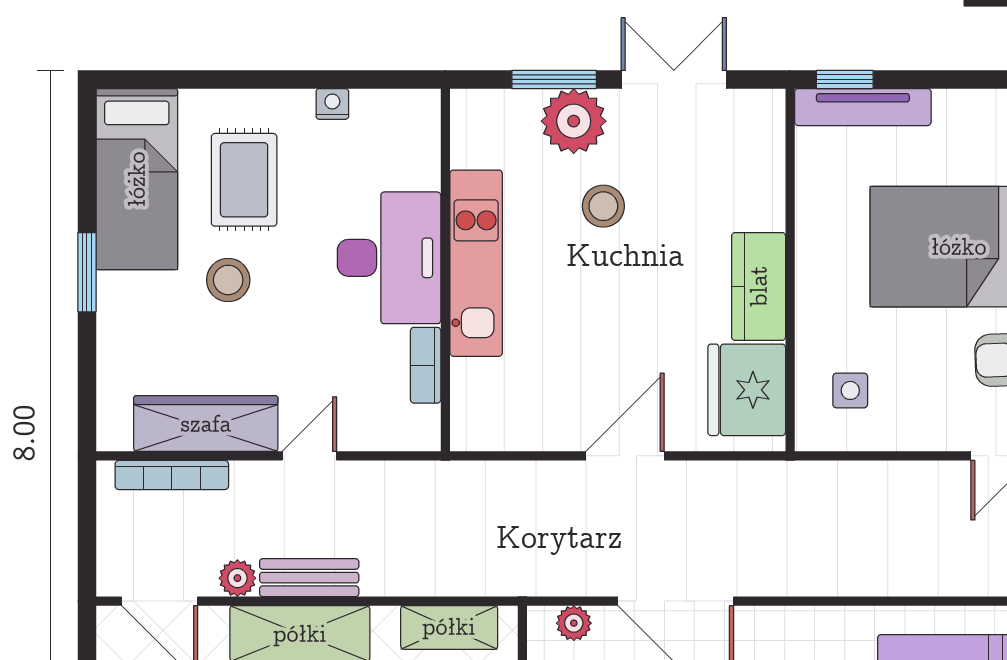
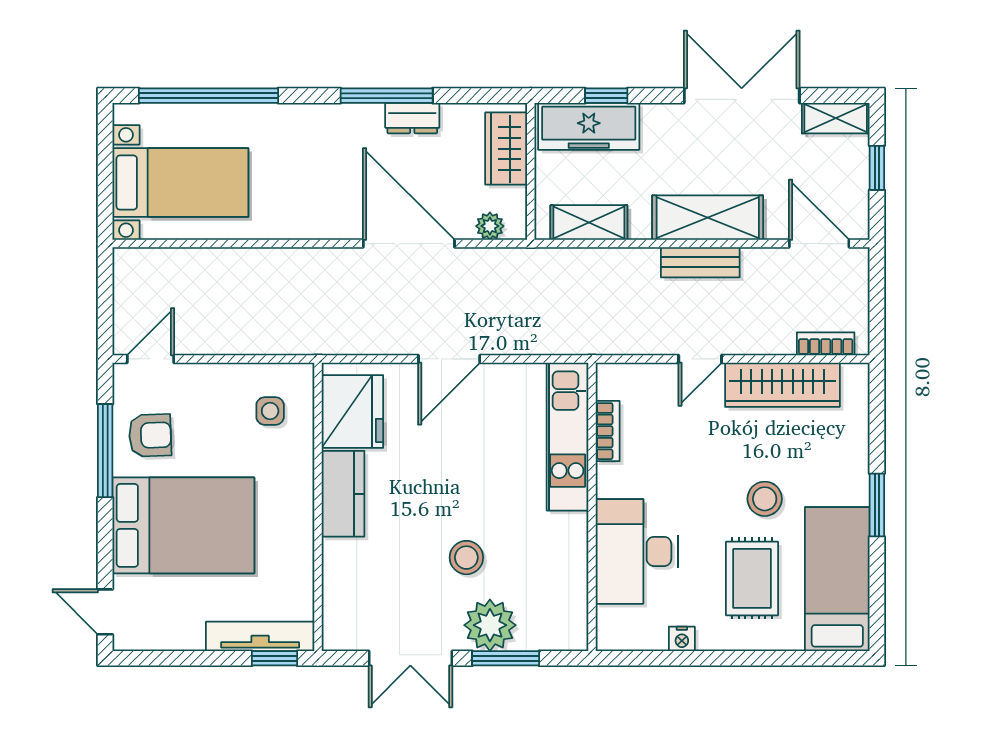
desk: (389, 258) -> (637, 551), moved
kitchen unit: (476, 263) -> (568, 437), moved
bookcase: (172, 475) -> (826, 344), width x0.64
plant: (237, 578) -> (757, 262), removed

